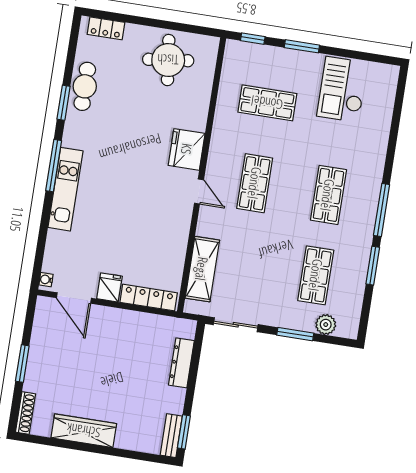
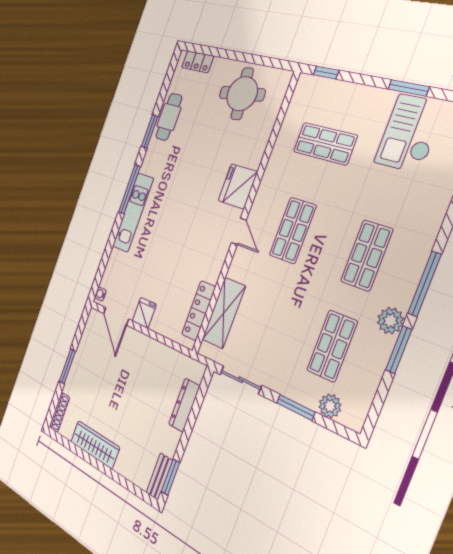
window: (302, 46) -> (409, 88), moved
plant: (361, 244) -> (390, 321), added
locker: (149, 298) -> (199, 311), moved, turned -90

